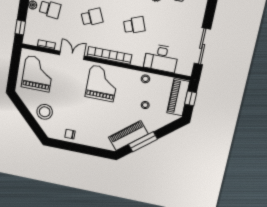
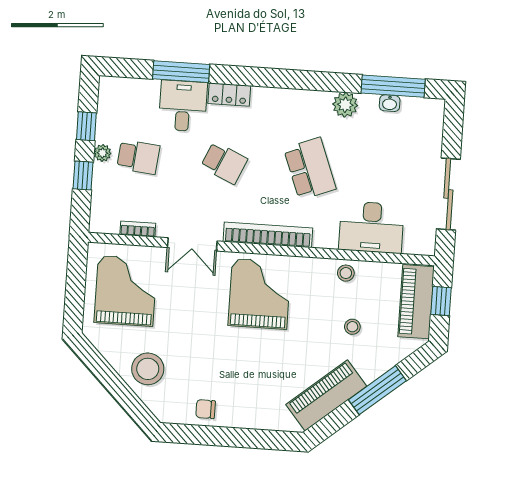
school desk: (92, 17) -> (224, 163), turned 48
school desk: (134, 25) -> (310, 169), width x1.85
window: (20, 27) -> (83, 176), moved
double door: (72, 55) -> (192, 244), swing flipped
window: (143, 142) -> (377, 390), moved

